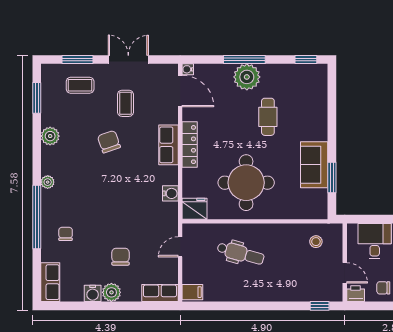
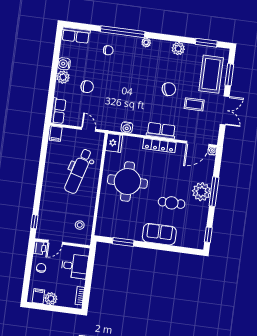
coffee table: (80, 85) -> (211, 74), width x1.86, depth x1.72
sofa: (314, 165) -> (159, 234), moved
dental chair: (241, 253) -> (78, 171), width x1.36, depth x1.38

